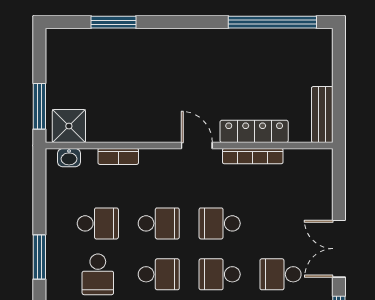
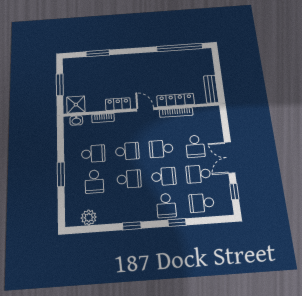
window: (39, 106) -> (60, 85), moved
locker: (147, 131) -> (118, 104), added
school desk: (281, 223) -> (195, 146), added
school desk: (220, 274) -> (164, 177), turned 180

